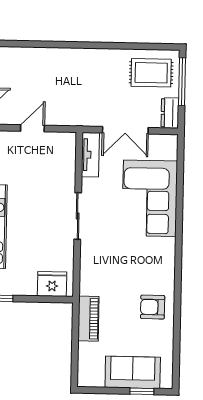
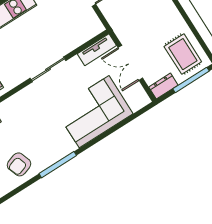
window: (178, 269) -> (58, 165), added
armchair: (153, 307) -> (19, 164), turned -109

